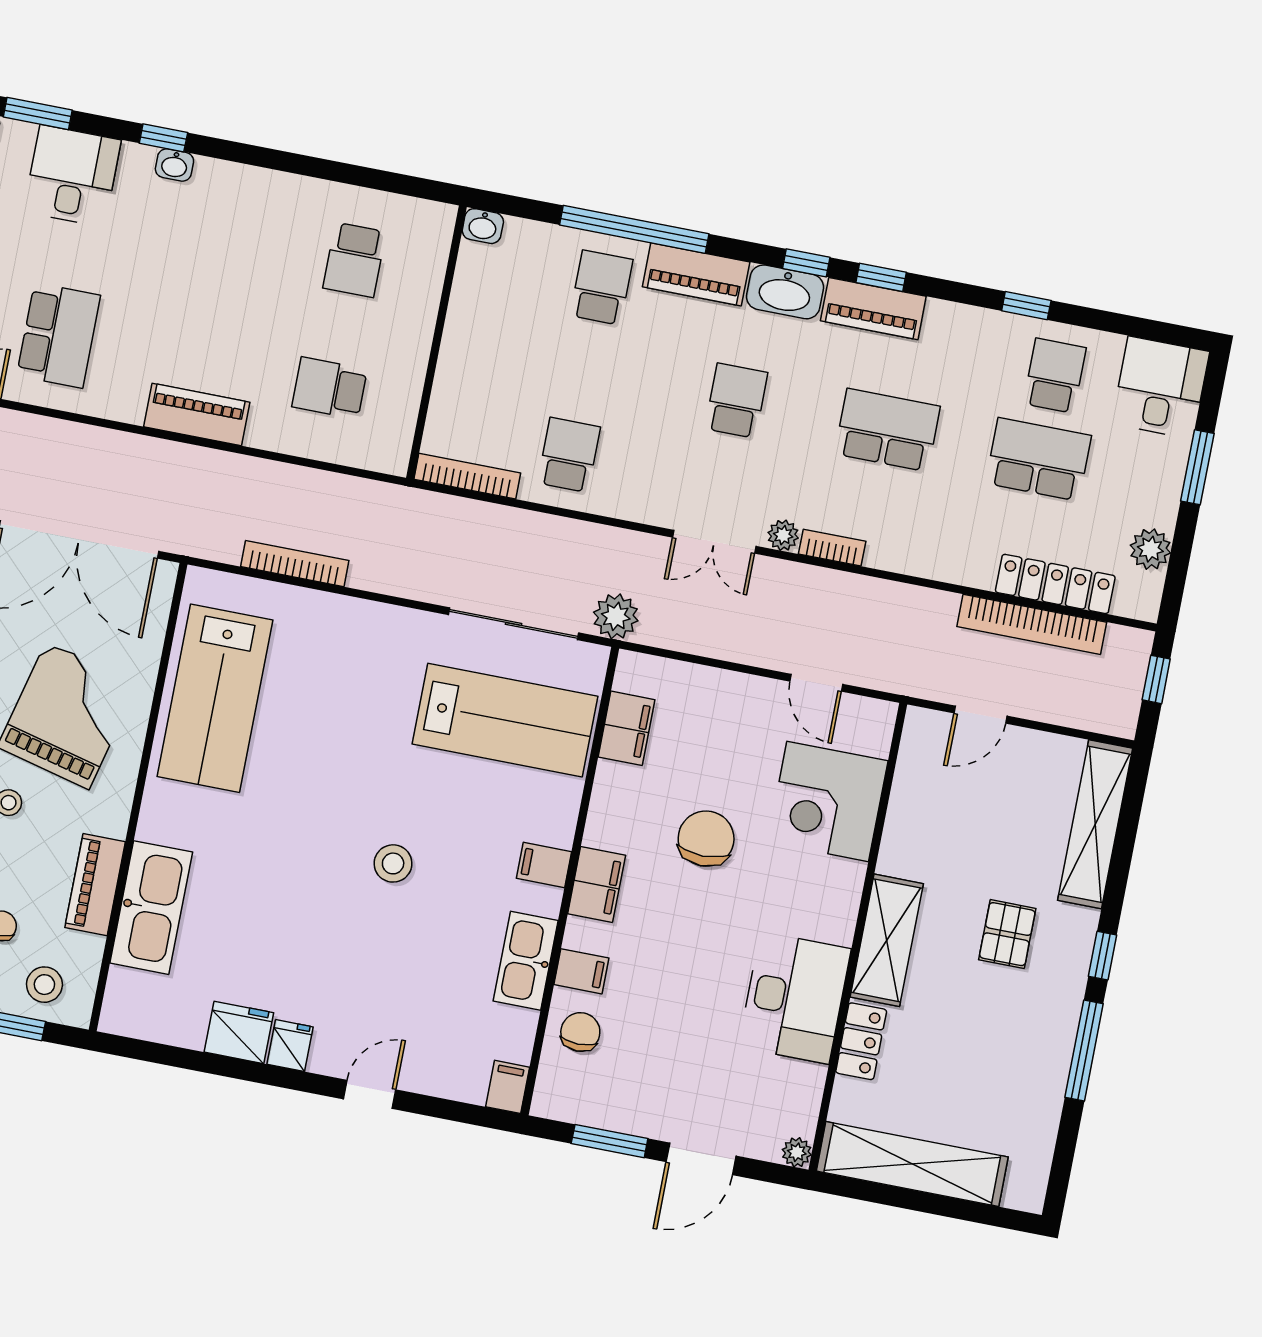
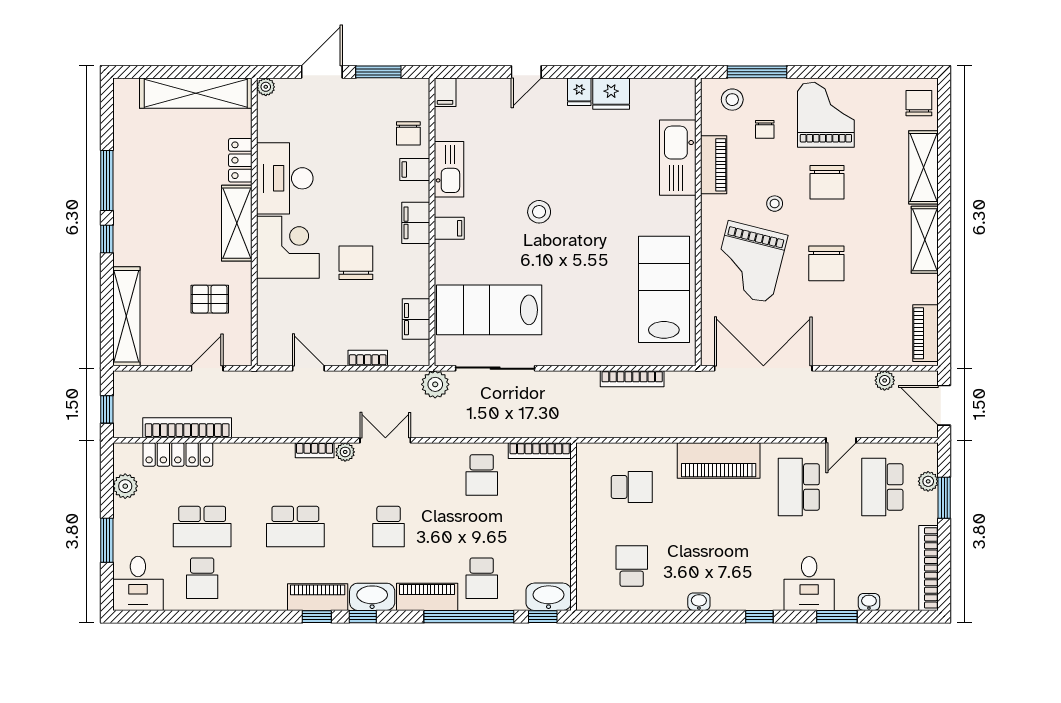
washbasin: (174, 165) -> (699, 602), moved
washbasin: (483, 226) -> (549, 597), width x1.91, depth x1.45
window: (1026, 306) -> (543, 617), moved
piano: (197, 414) -> (719, 460), width x1.37, depth x1.33
bookcase: (717, 681) -> (368, 358), added
corner desk: (828, 801) -> (288, 247), moved
chair: (706, 839) -> (356, 263), turned 180
pallet: (1007, 934) -> (210, 299), moved, turned 90

